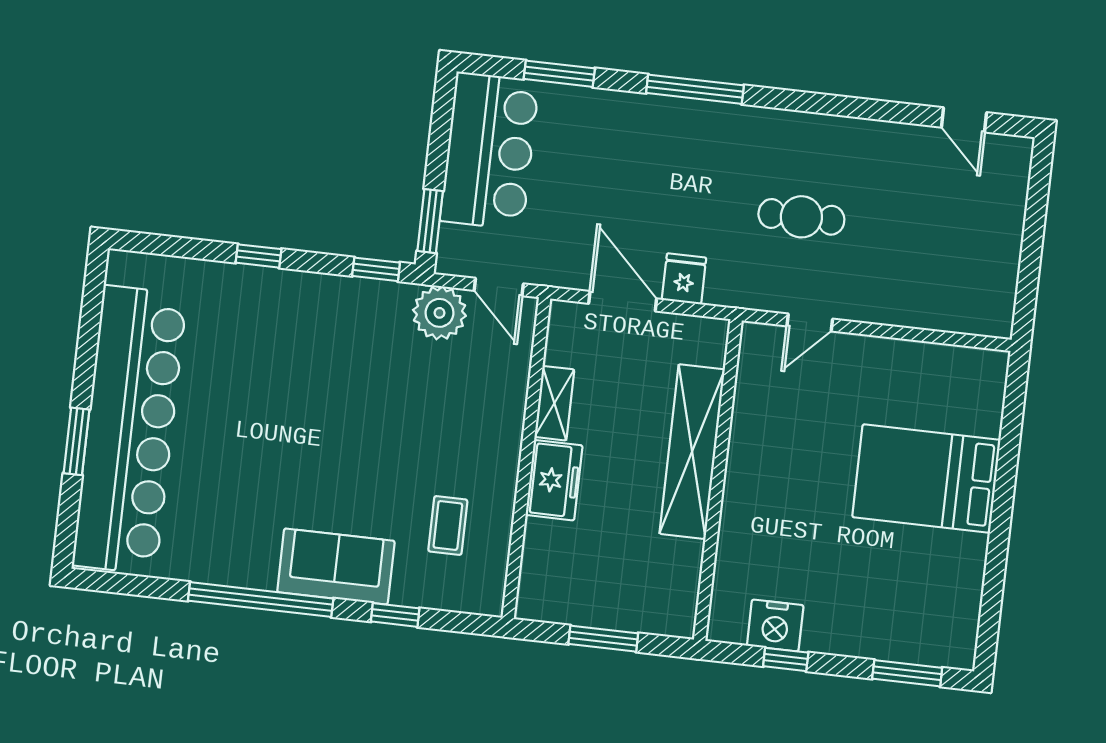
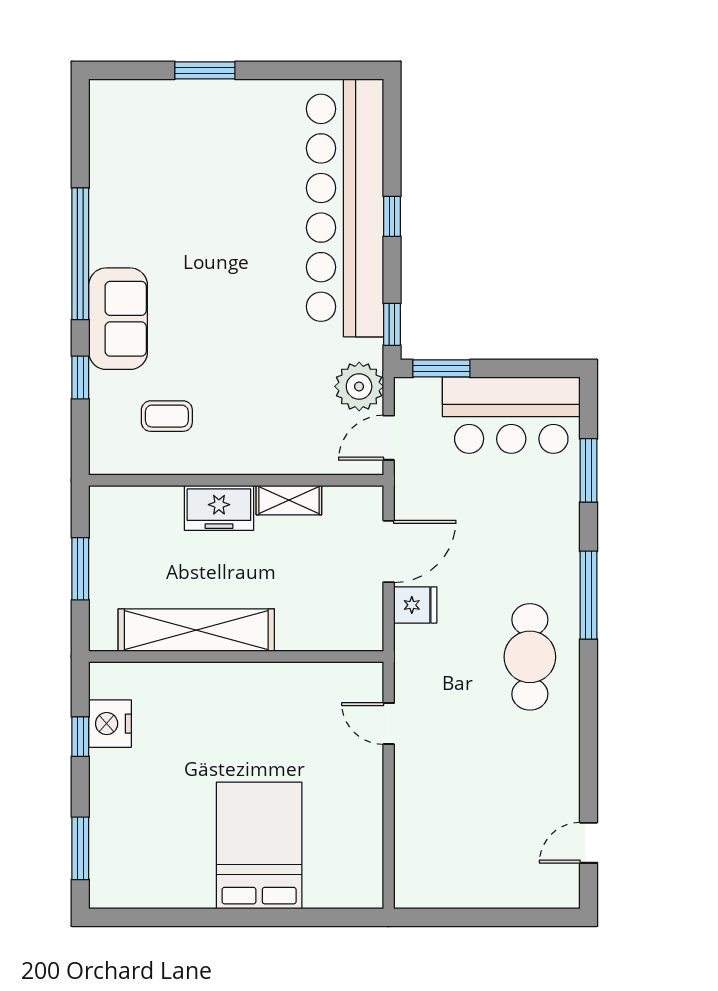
cafe table: (801, 217) -> (530, 657), moved, width x1.37, depth x1.35
bar counter: (130, 430) -> (345, 208), moved, turned 90
shelving: (692, 452) -> (196, 630), moved

